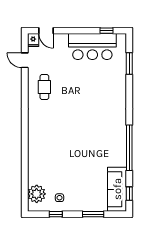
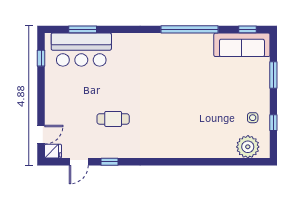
bar counter: (92, 47) -> (81, 50), moved, turned 90
window: (25, 85) -> (109, 162), added
cafe table: (44, 87) -> (113, 119), moved

